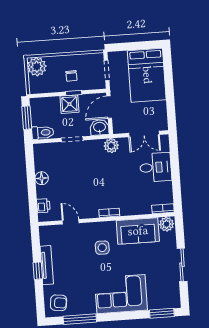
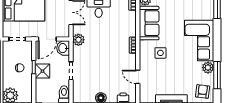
door: (109, 107) -> (47, 39), hinge flipped
door: (71, 222) -> (138, 77), hinge flipped
plant: (88, 307) -> (208, 68), added

